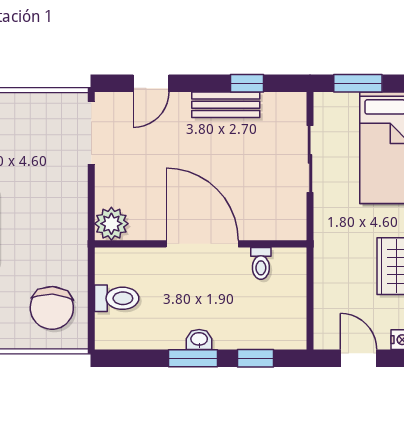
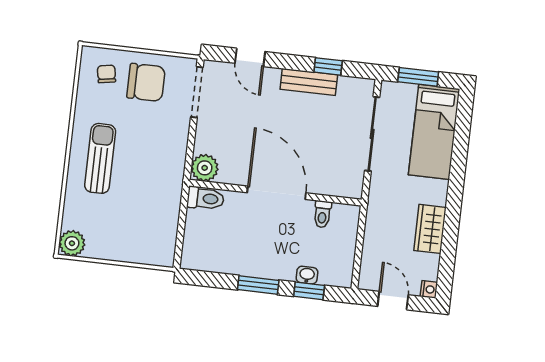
door: (151, 83) -> (250, 57), hinge flipped
sliding door: (310, 159) -> (372, 134), width x1.37
toilet: (117, 298) -> (205, 198), moved
chair: (52, 308) -> (146, 82), moved, turned -93
washbasin: (199, 339) -> (307, 275), moved

